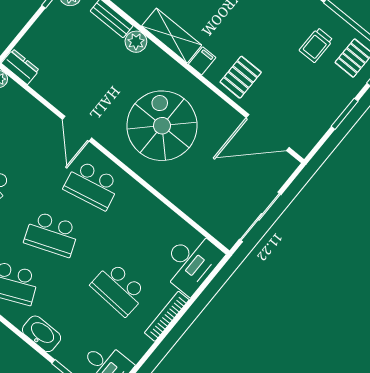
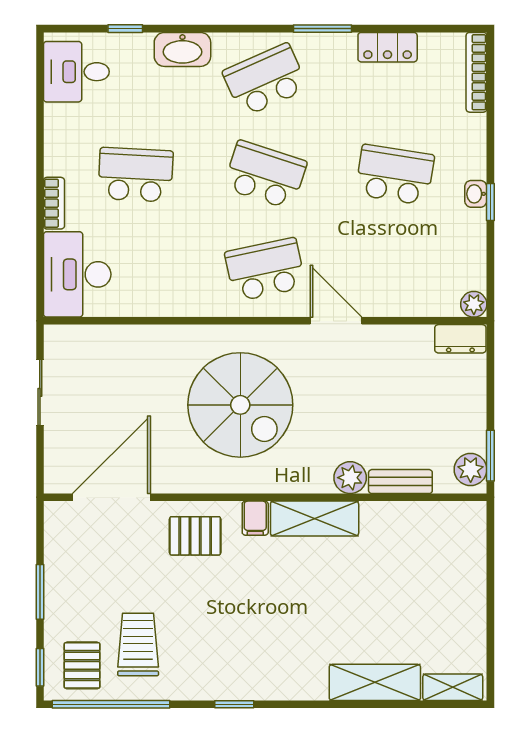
trolley: (316, 45) -> (138, 644), width x1.36, depth x1.39
pallet: (241, 77) -> (195, 536), turned 90
sliding door: (260, 217) -> (40, 392), width x0.73
school desk: (52, 234) -> (265, 175), turned 39
bookcase: (167, 316) -> (54, 203), width x0.64

